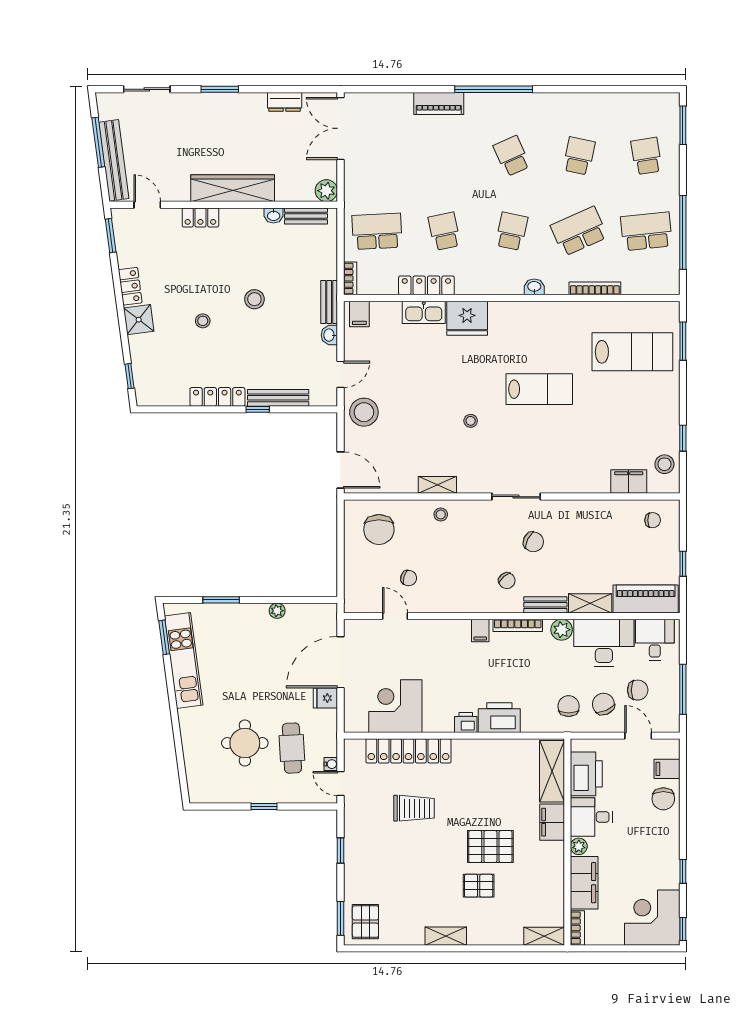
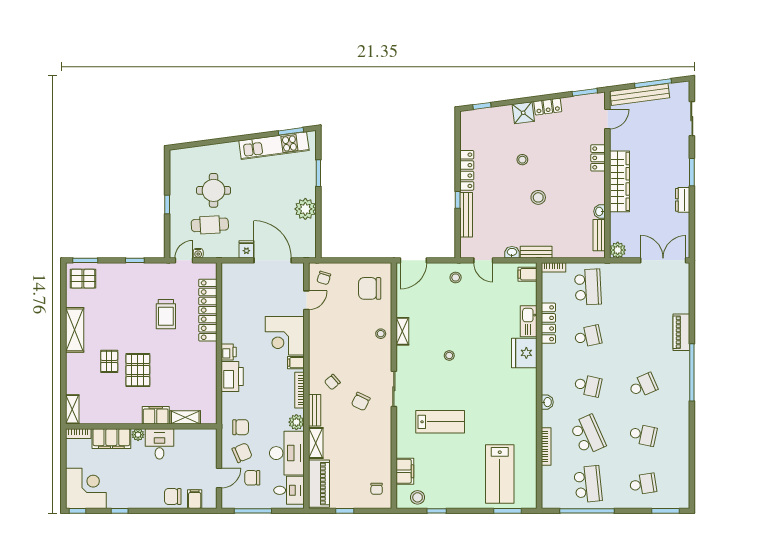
dresser: (285, 102) -> (683, 200), moved
lab bench: (539, 389) -> (440, 422), moved, turned -90
stool: (364, 412) -> (456, 278), width x0.53, depth x0.53
chair: (409, 578) -> (324, 278), moved
plant: (277, 611) -> (305, 209), width x1.87, depth x1.87
chair: (638, 690) -> (252, 478), turned 90
corner desk: (395, 706) -> (285, 336), moved, turned 180
shelving: (552, 771) -> (185, 417), width x0.67, depth x0.75
printer: (586, 774) -> (191, 440), removed
shelving: (446, 936) -> (75, 330), width x1.50, depth x1.33

